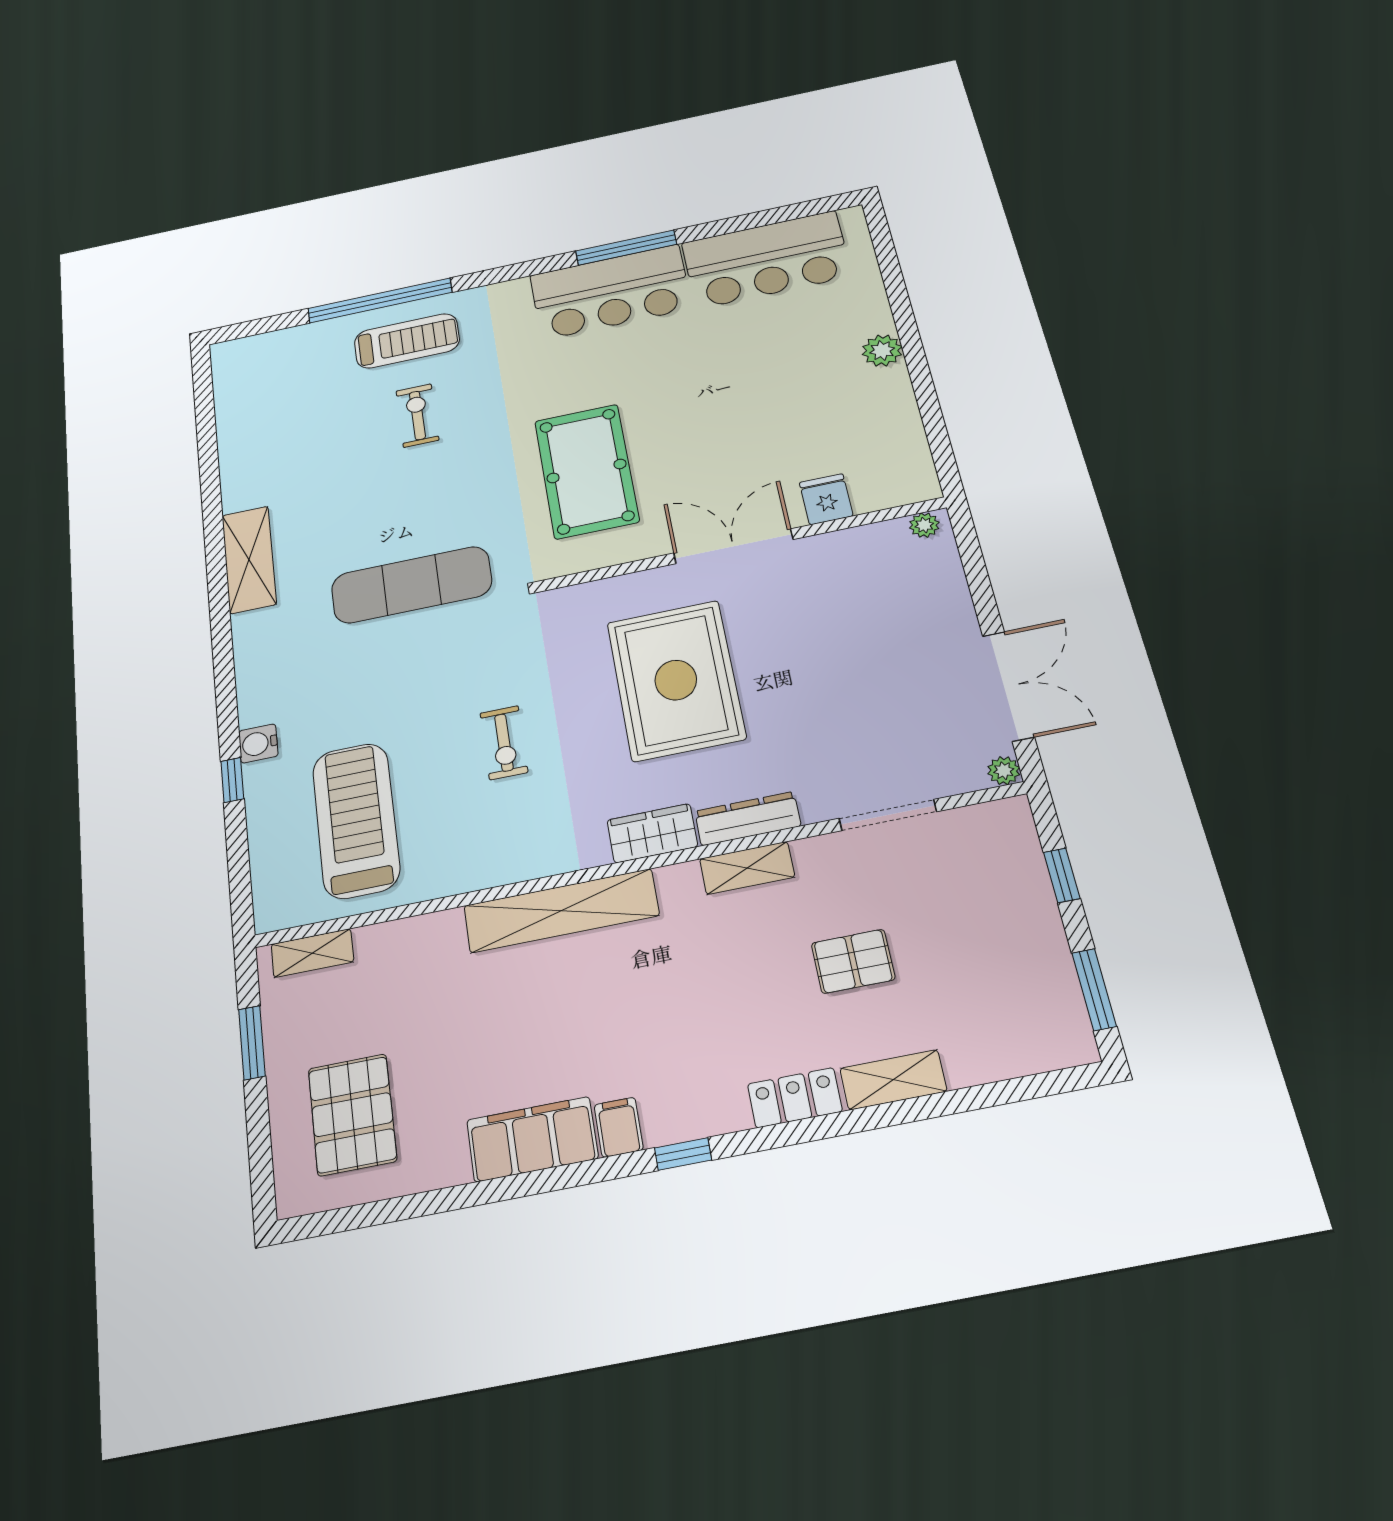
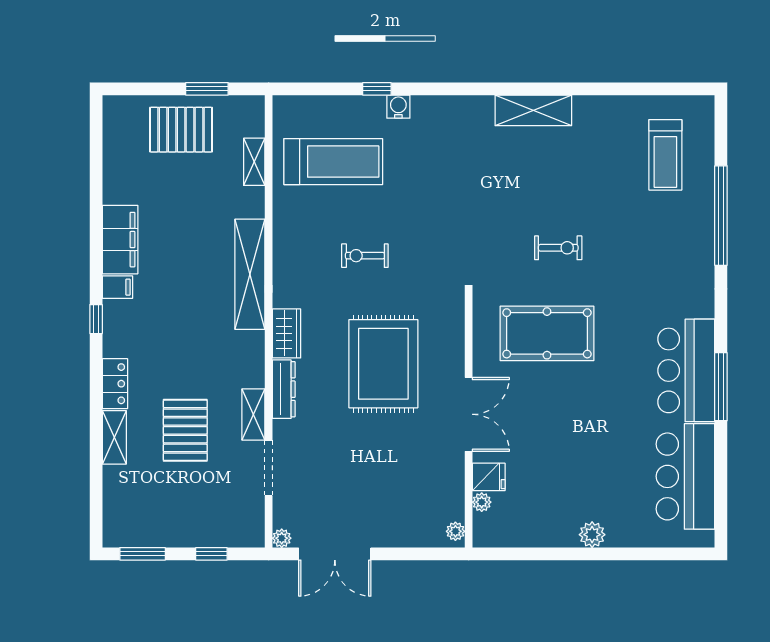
treadmill: (407, 341) -> (665, 155), moved
exercise bike: (417, 415) -> (558, 248), moved
plant: (868, 500) -> (482, 502), added
exercise mat: (411, 585) -> (489, 212), removed
rug: (676, 680) -> (383, 364), turned 90
shelving: (747, 868) -> (253, 415), moved
shelving: (312, 953) -> (254, 162), moved
pallet: (853, 961) -> (185, 430), width x1.50, depth x1.42
pallet: (352, 1115) -> (181, 130), moved

